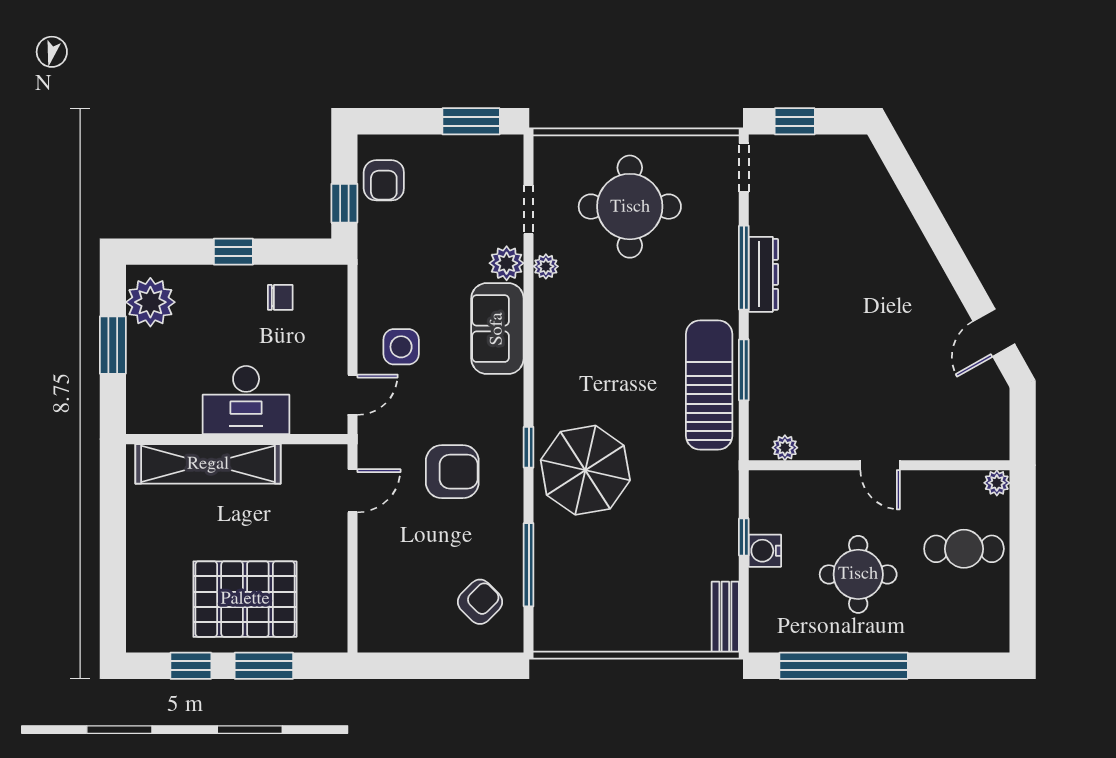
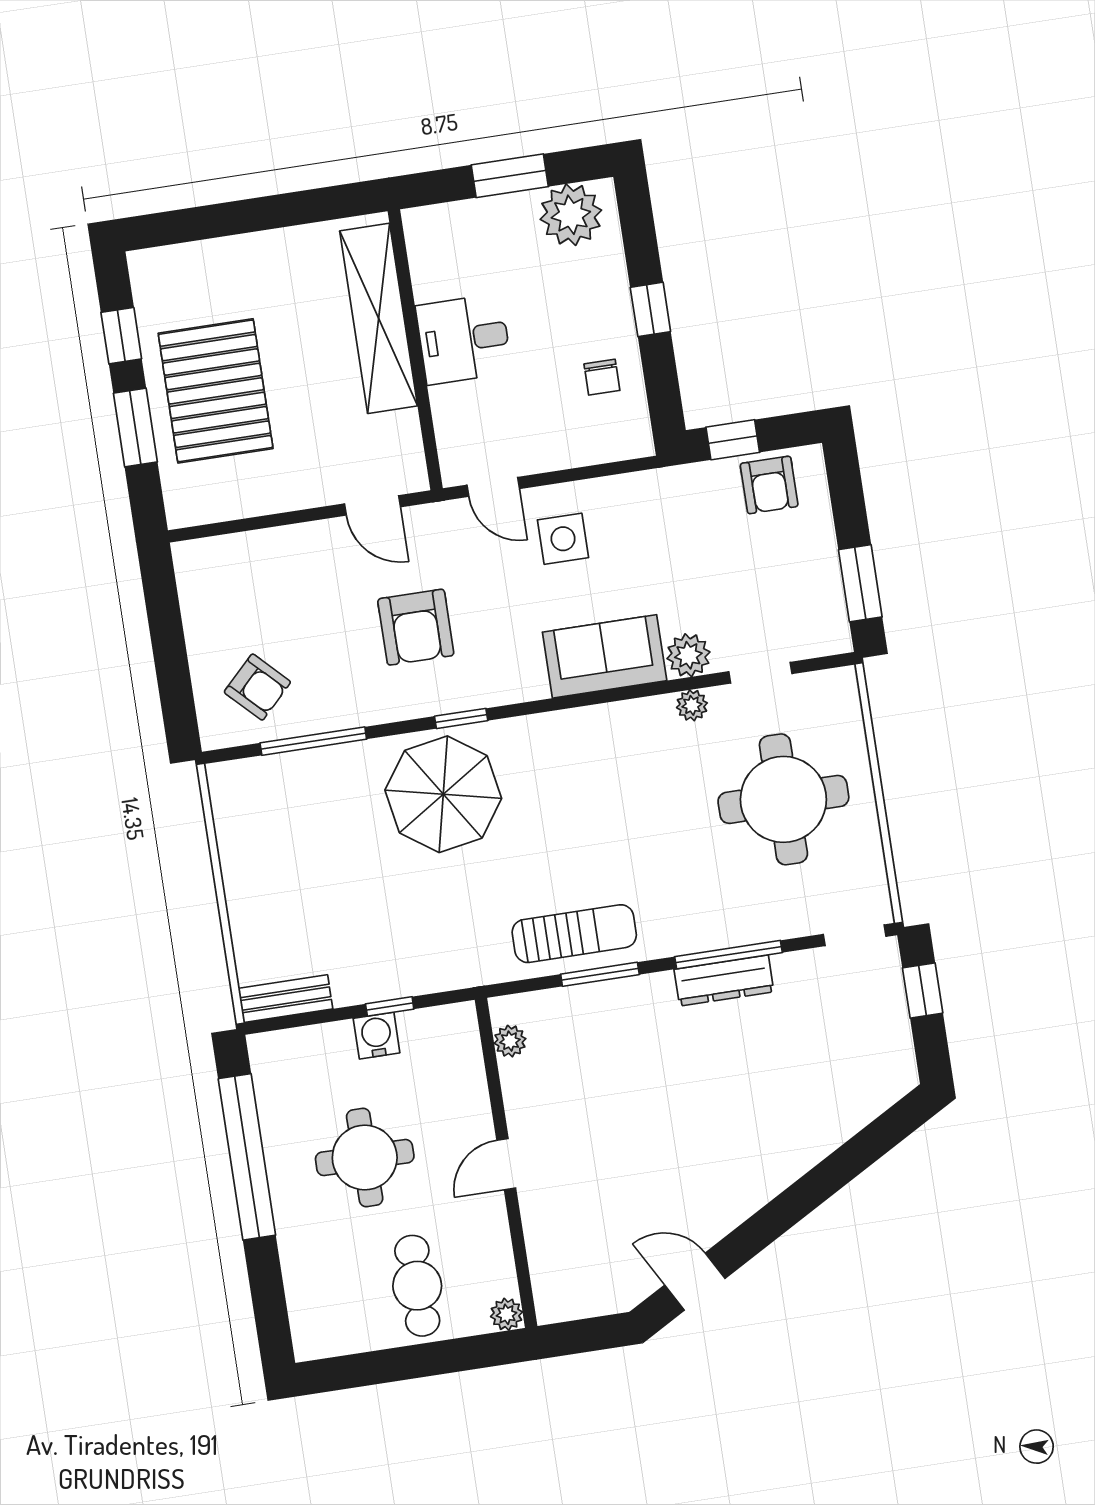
armchair: (384, 180) -> (769, 485), turned -90
sun lounger: (709, 385) -> (574, 934), width x0.73, depth x0.75
desk: (246, 400) -> (464, 339), width x0.73

